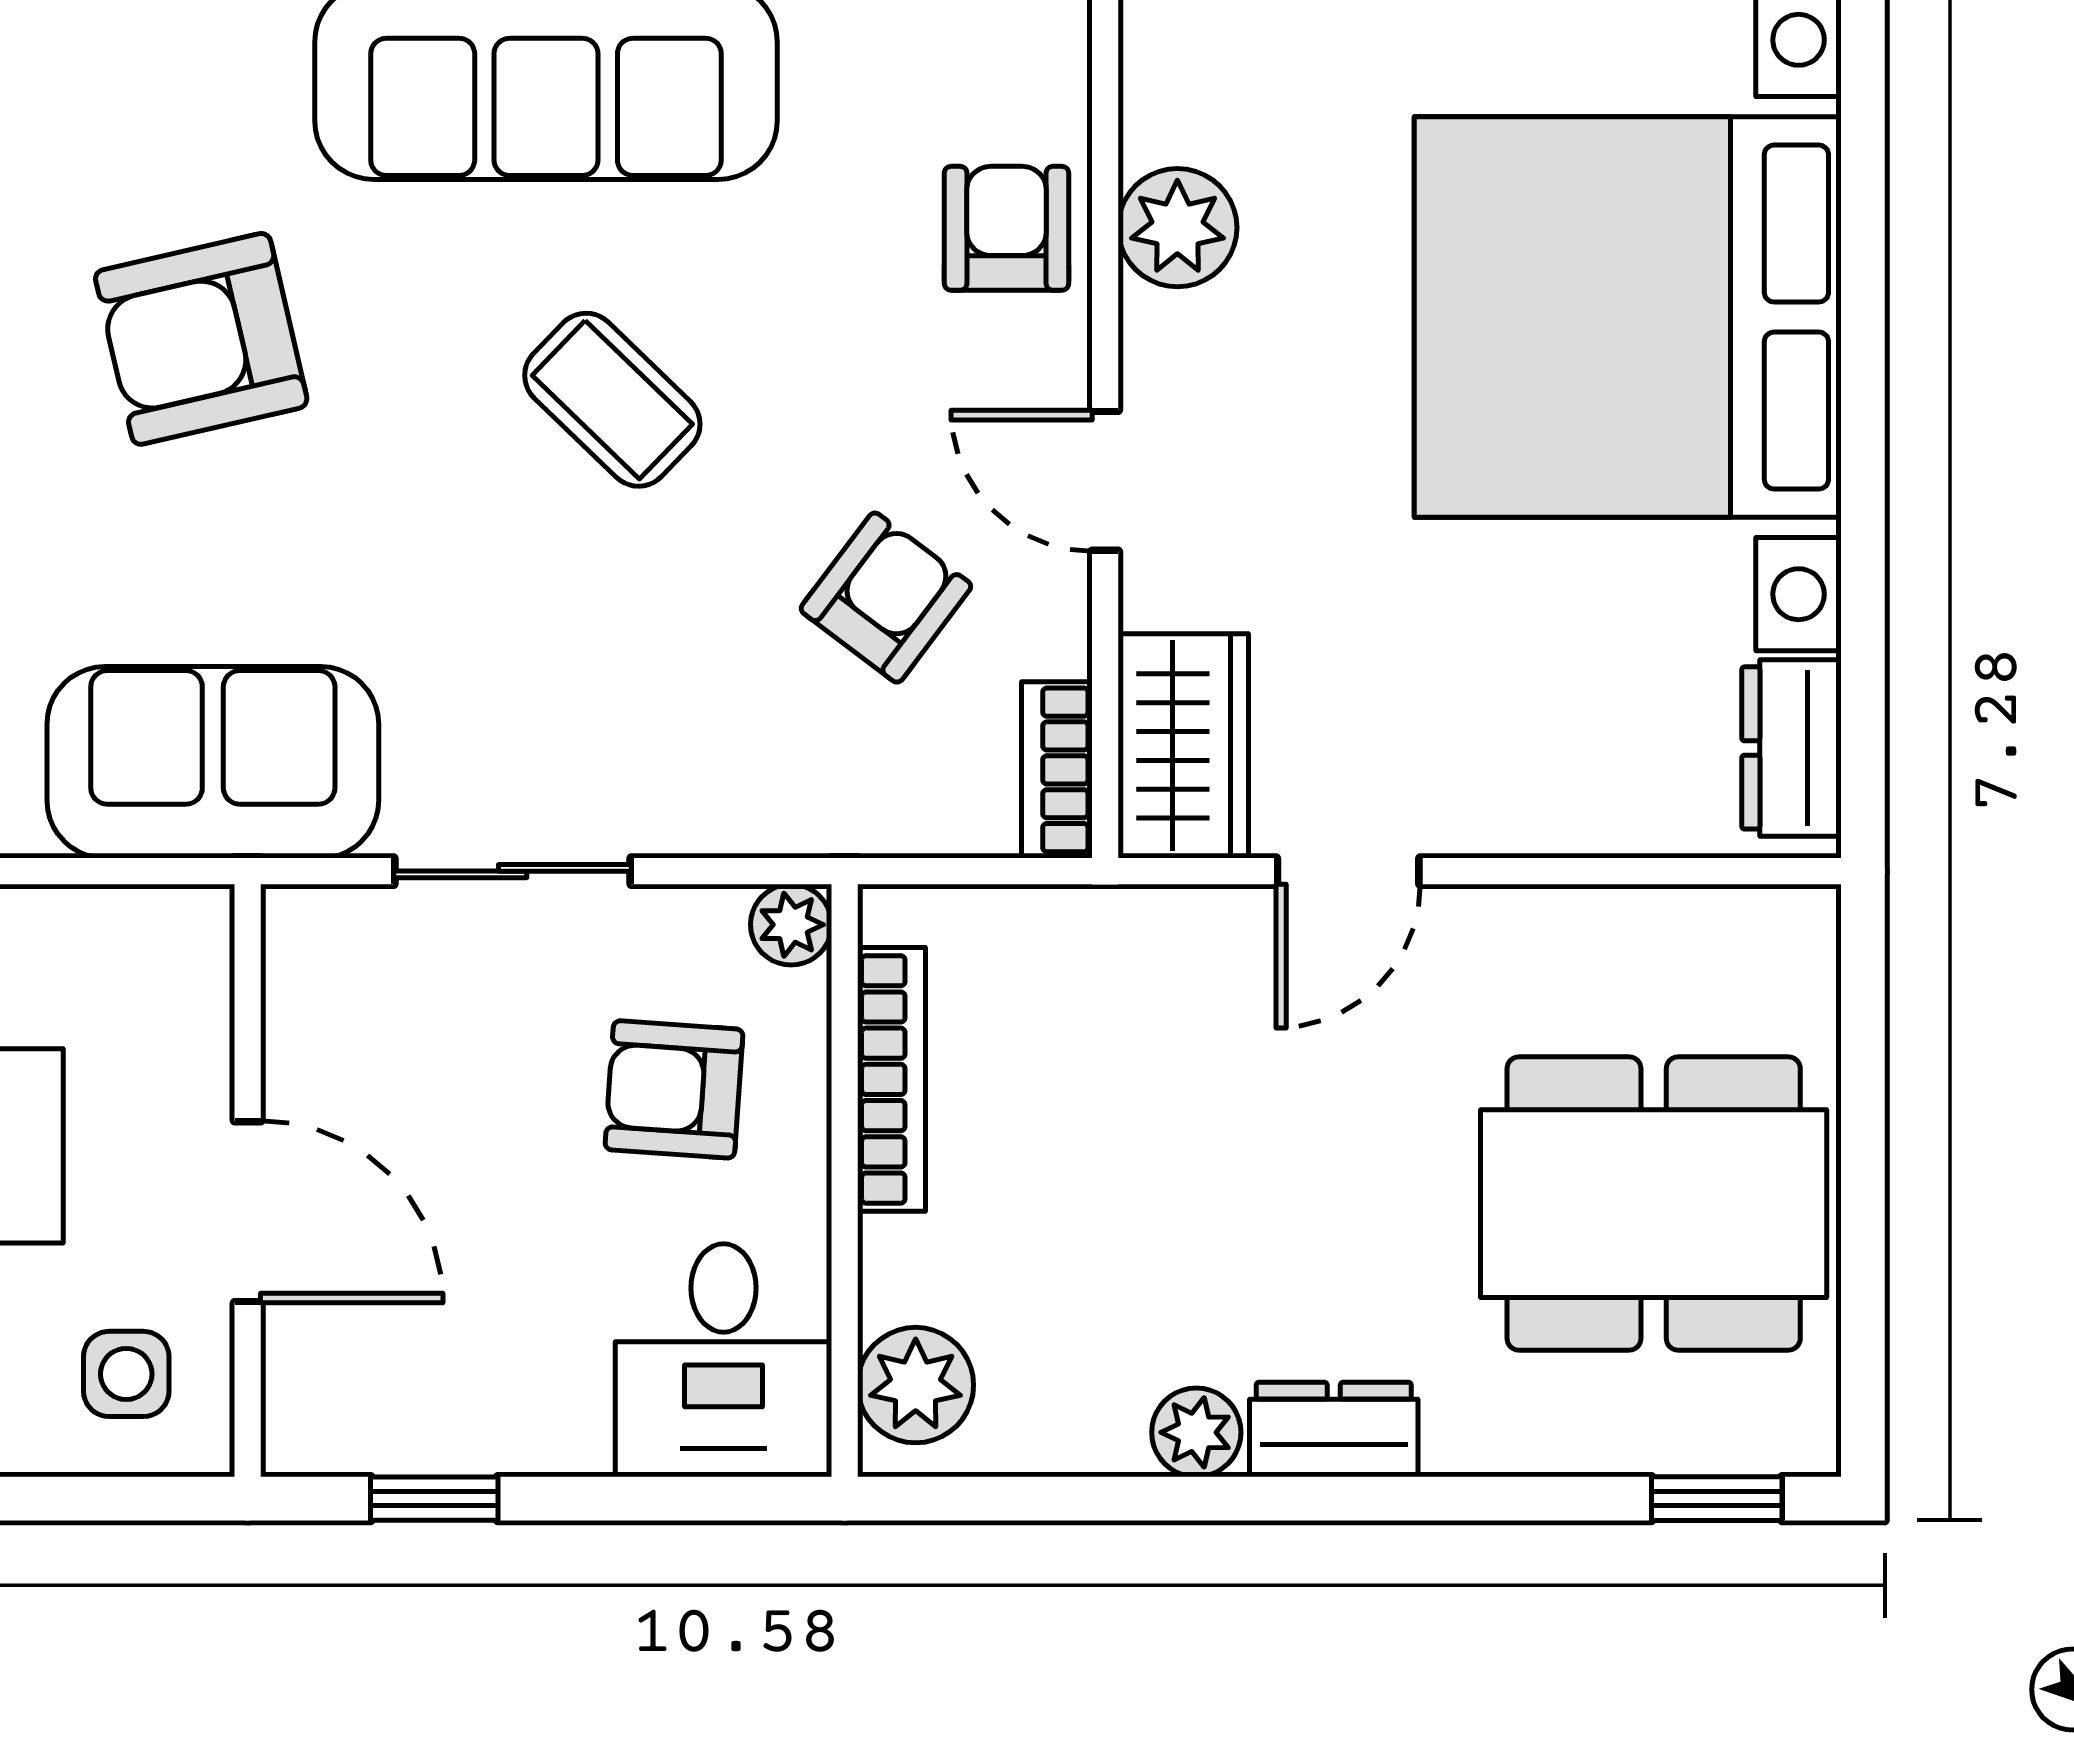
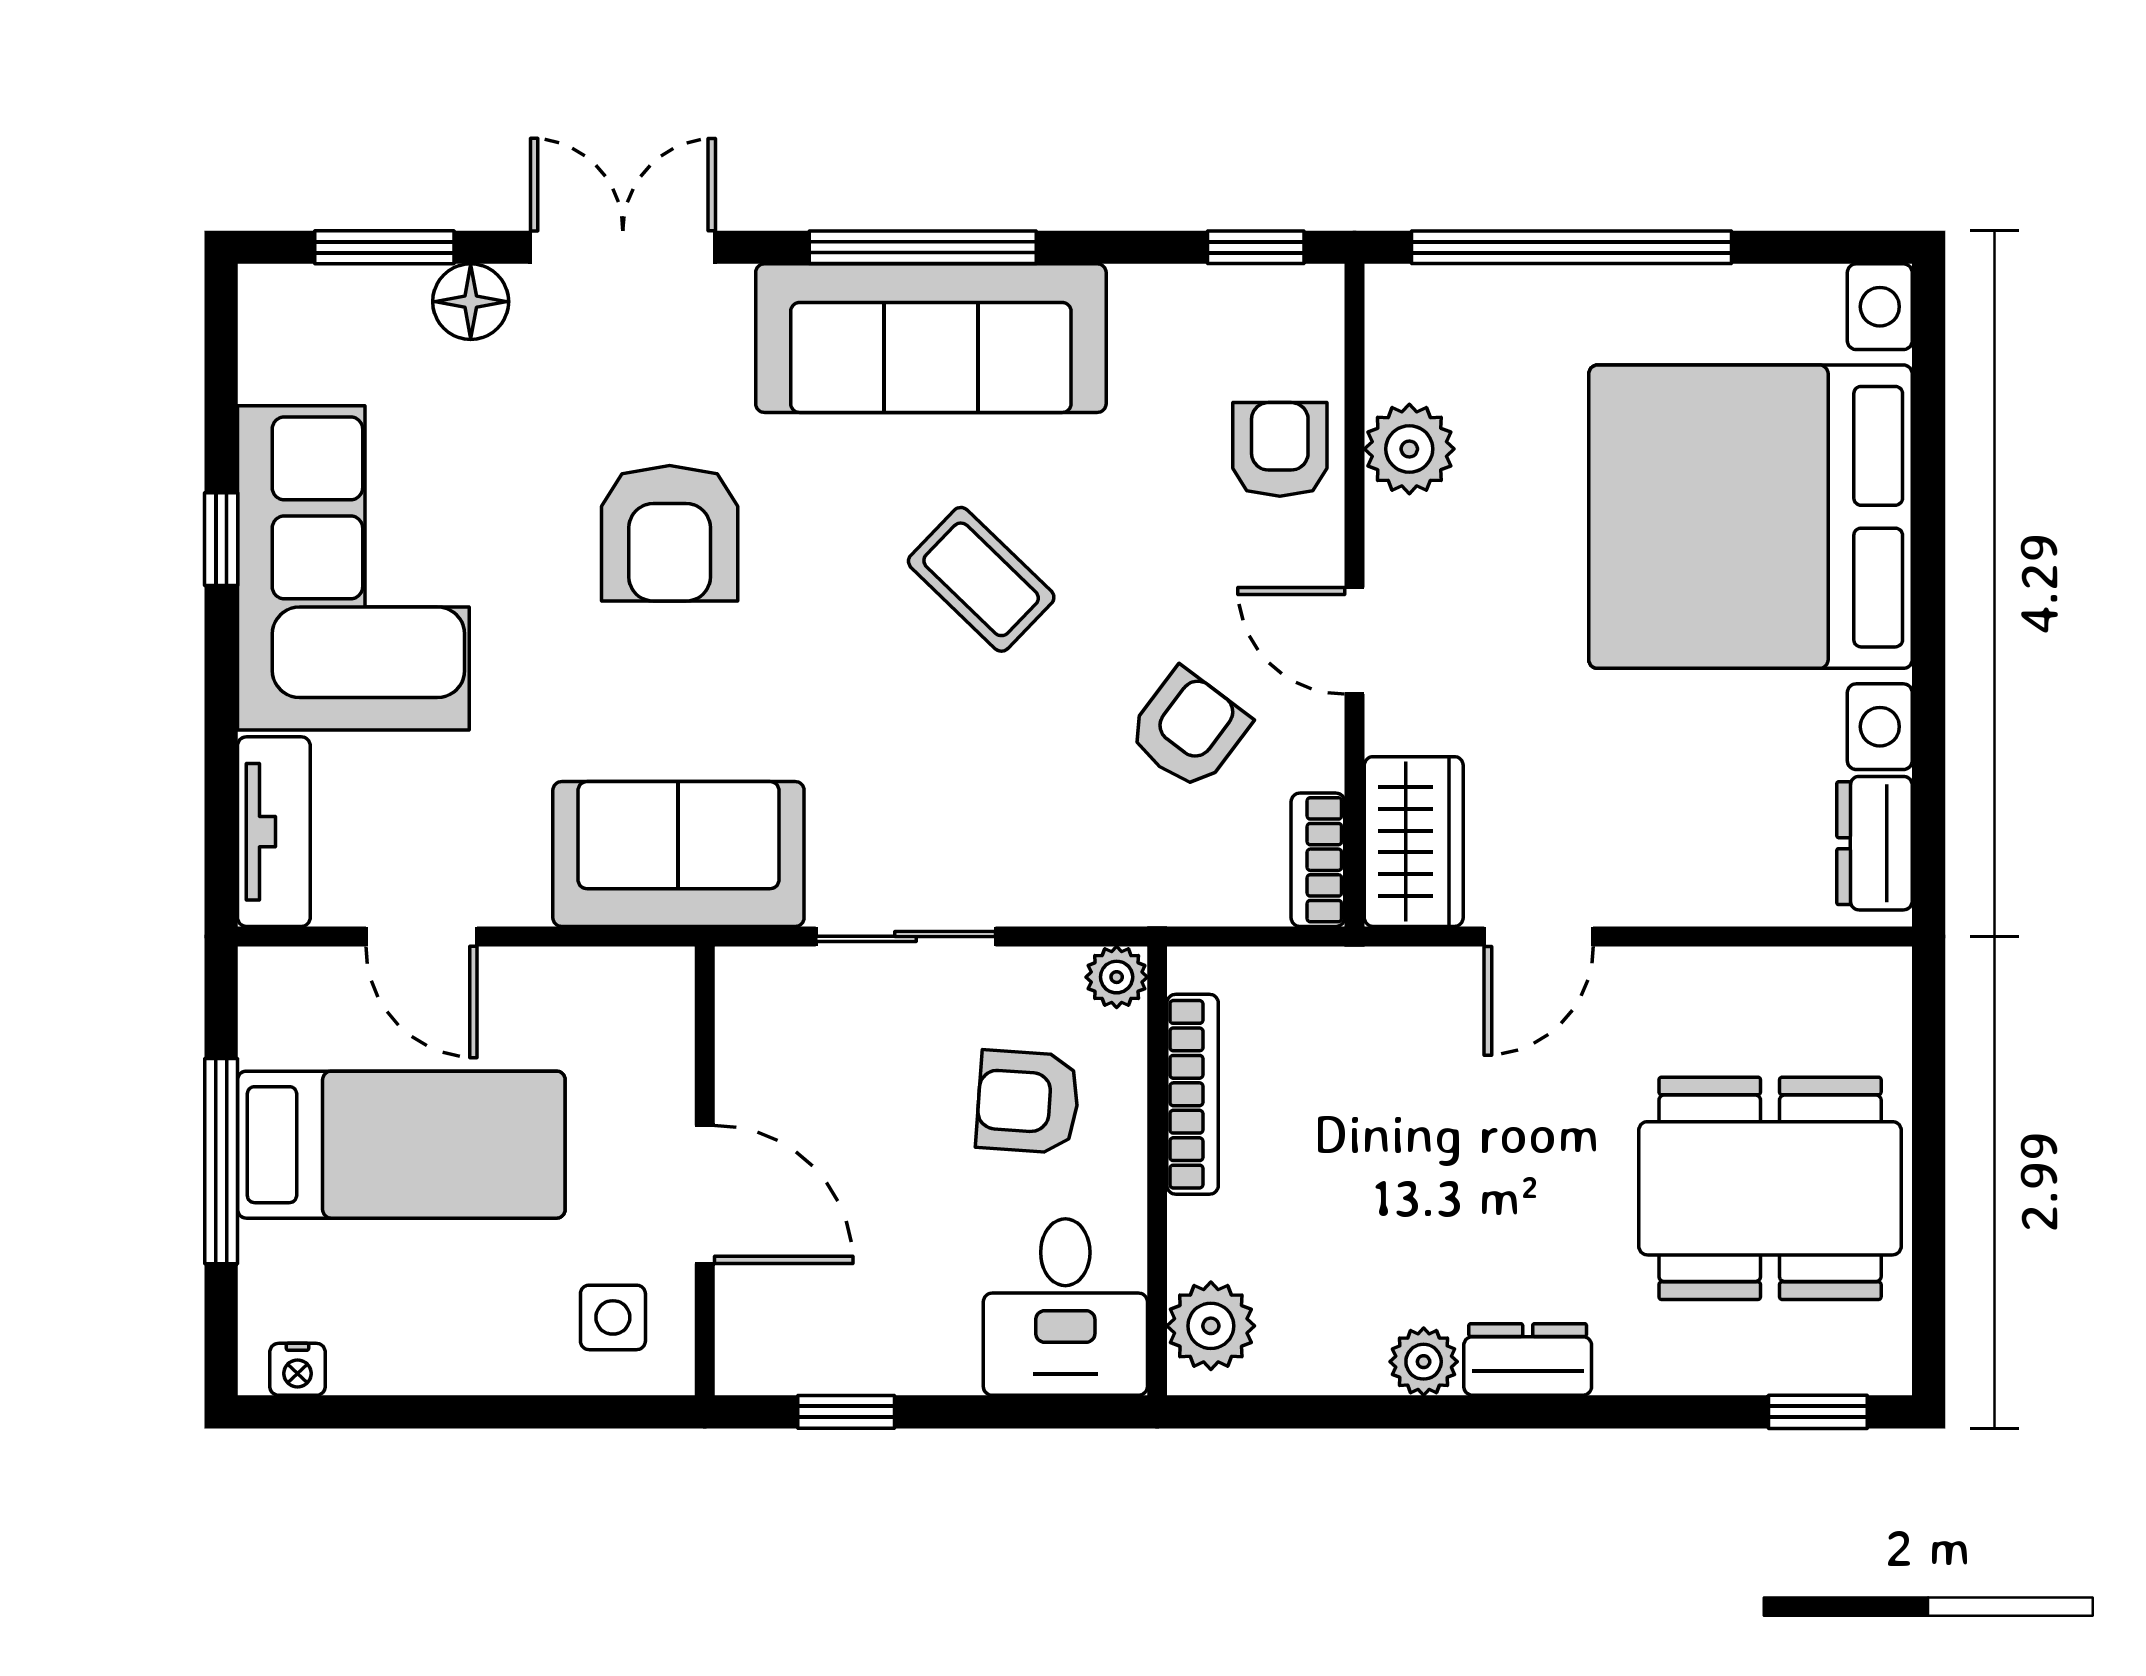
armchair: (201, 339) -> (670, 533), turned -77

